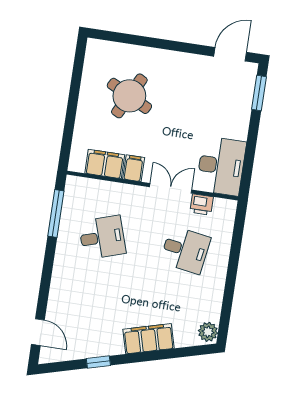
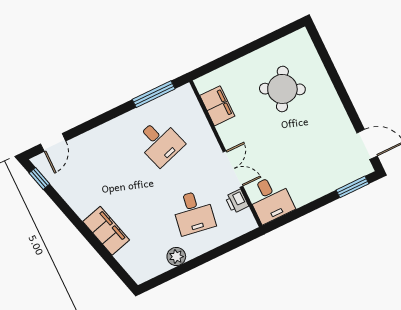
desk: (221, 166) -> (270, 199), width x0.73
filing cabinet: (134, 168) -> (229, 130), removed
plant: (208, 332) -> (176, 257), moved
window: (98, 362) -> (39, 178), moved

